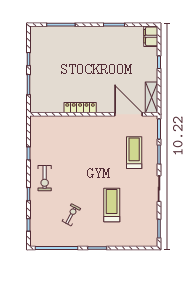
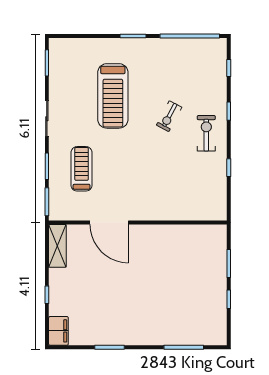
locker: (80, 108) -> (157, 232), removed
door: (129, 114) -> (109, 222), moved
treadmill: (134, 153) -> (82, 169), turned 180
treadmill: (112, 205) -> (113, 96), width x1.37, depth x1.38
exercise bike: (71, 215) -> (169, 116), moved

